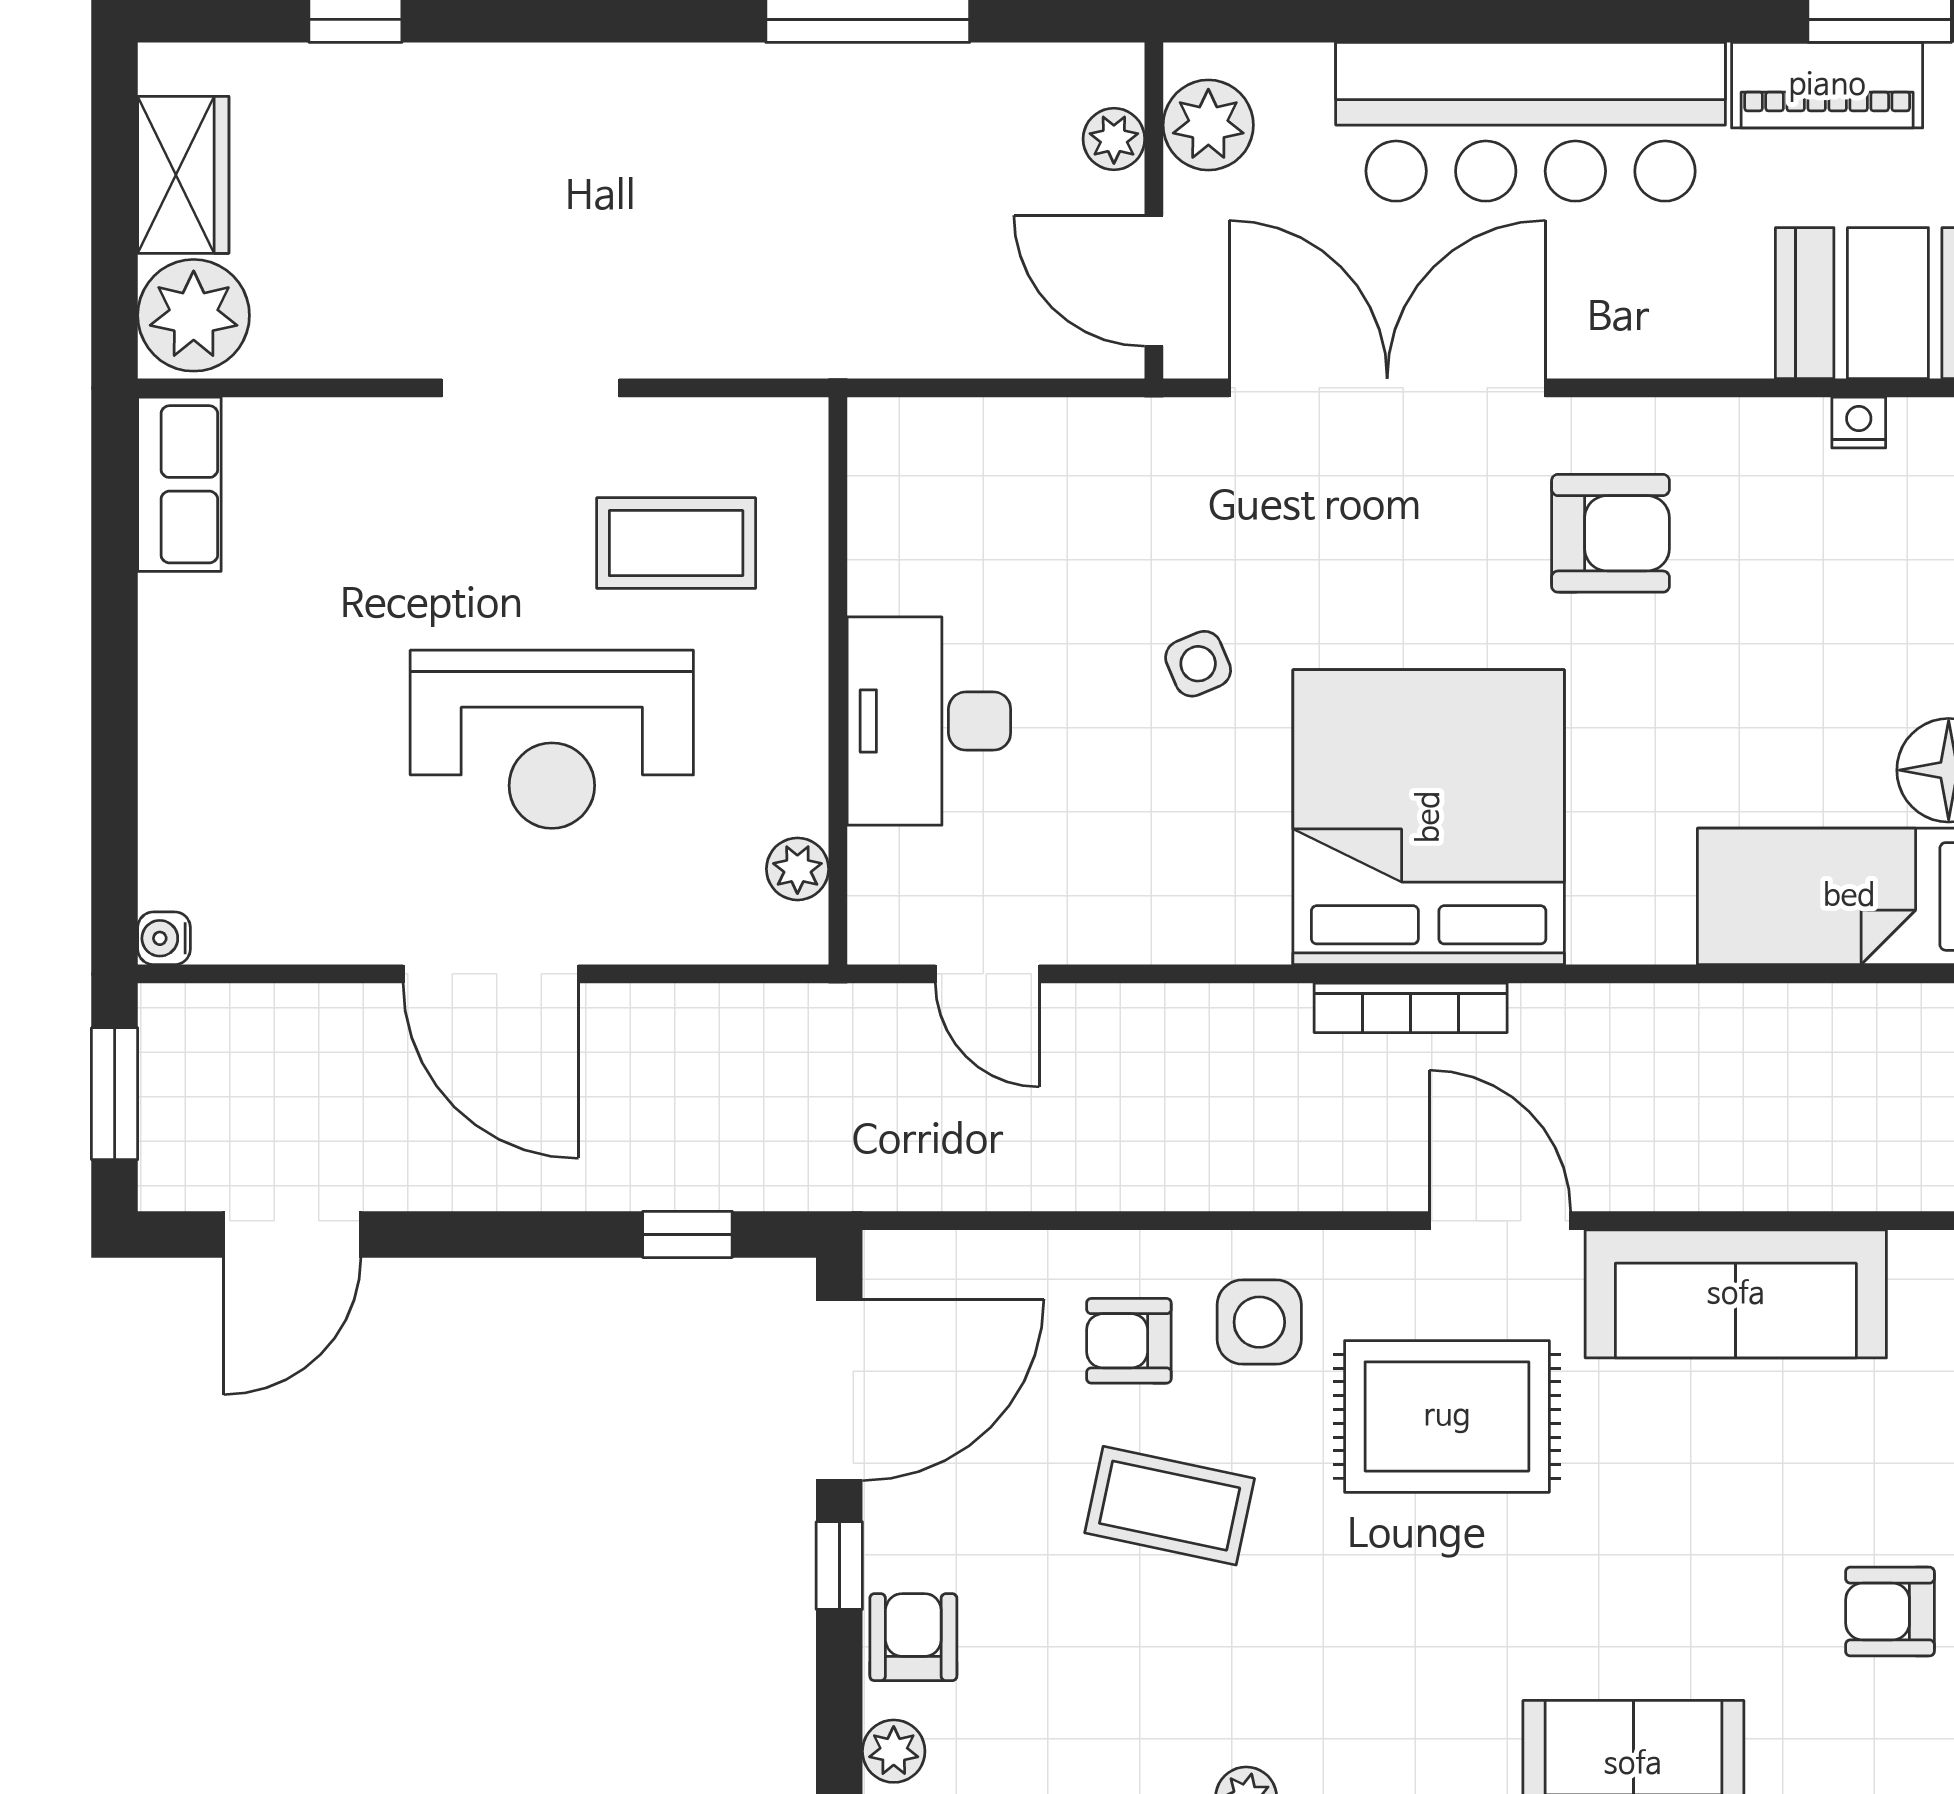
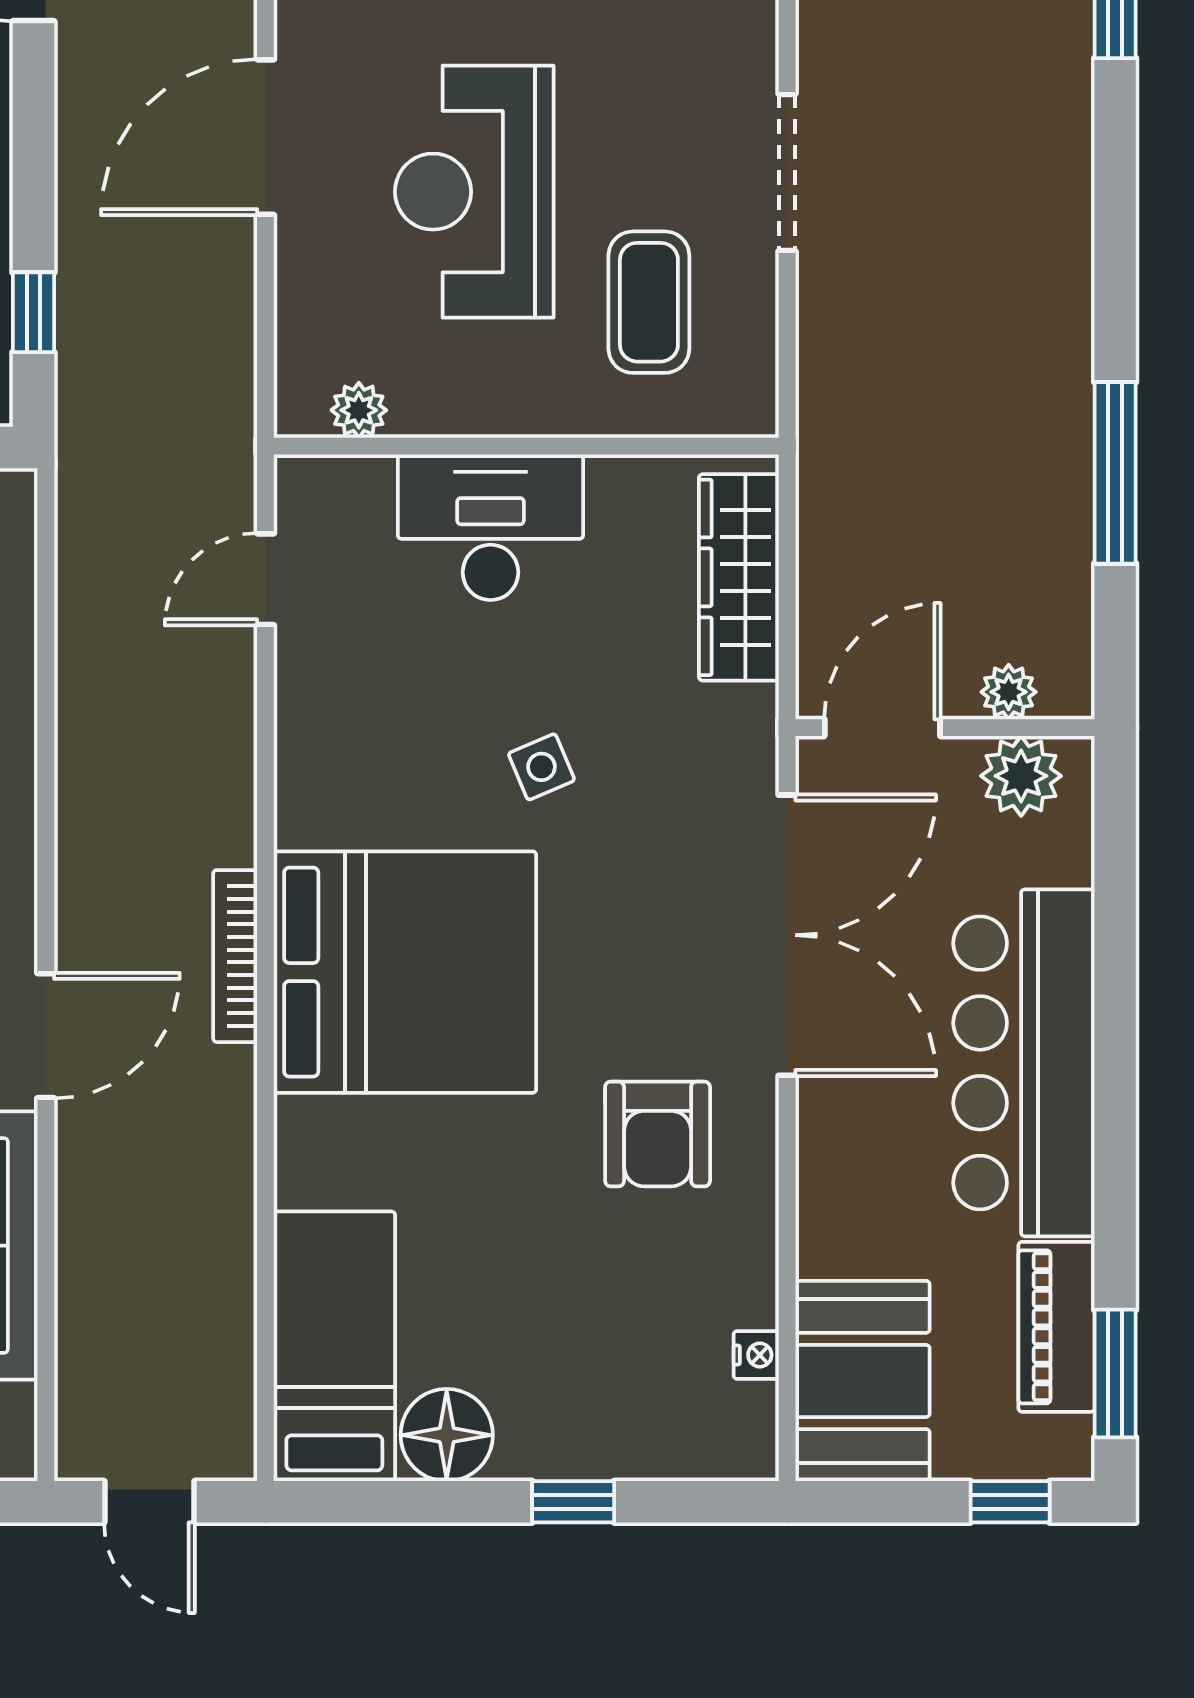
wardrobe: (985, 442) -> (739, 577), added

